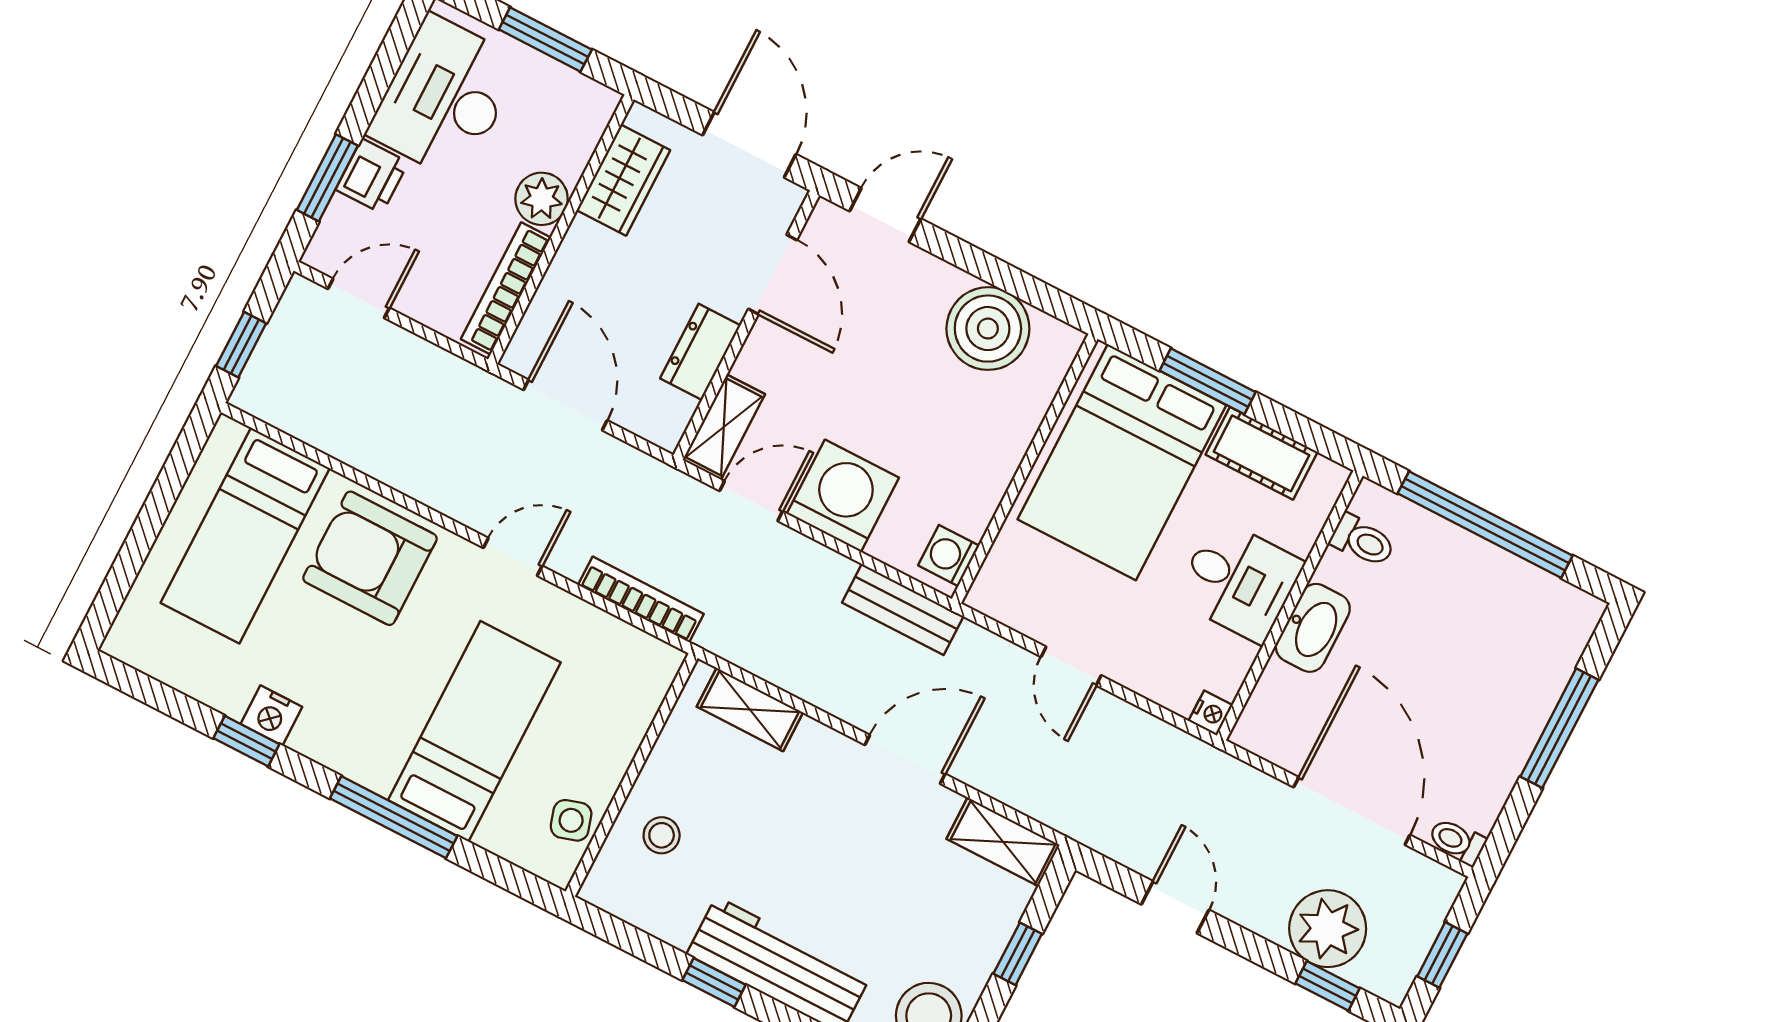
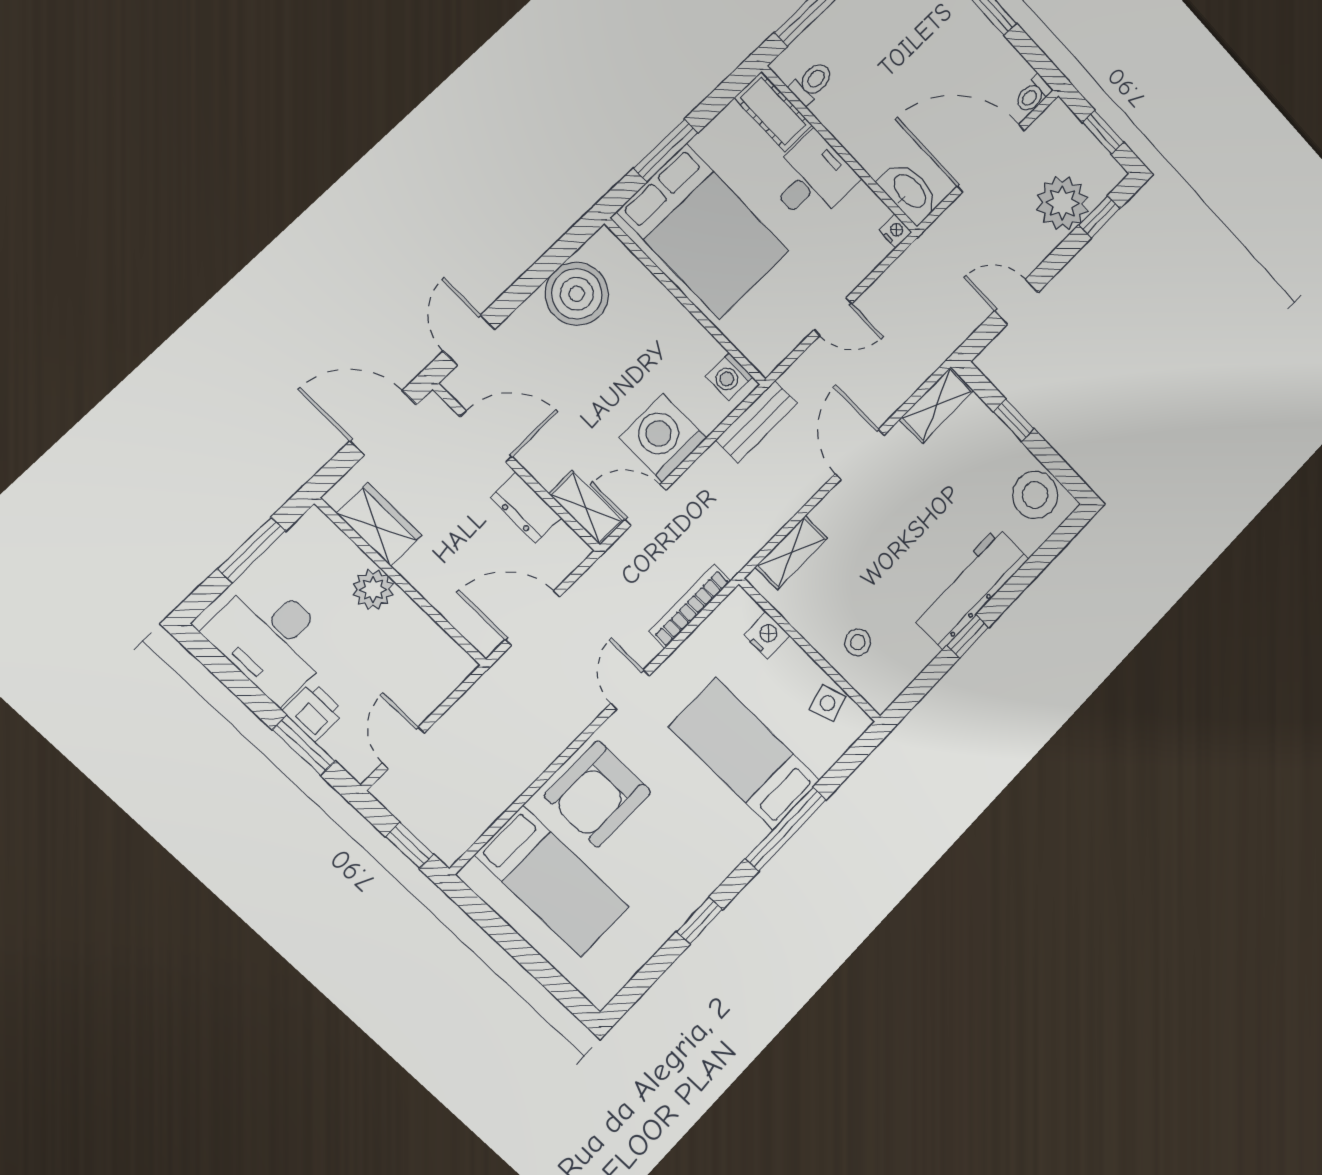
bookcase: (506, 288) -> (432, 636), removed
cot: (1262, 453) -> (773, 111), moved, turned 90
door: (751, 501) -> (645, 505), hinge flipped
washbasin: (1313, 628) -> (909, 192), moved
nightstand: (271, 715) -> (767, 635), moved, turned -90

